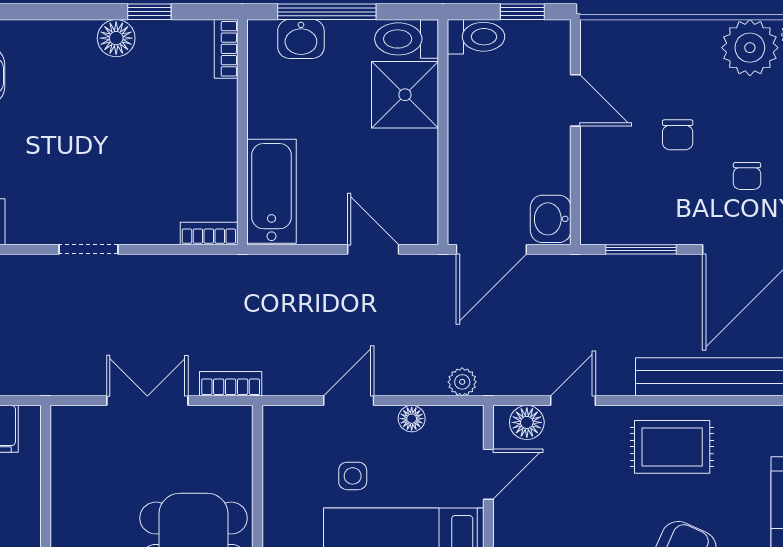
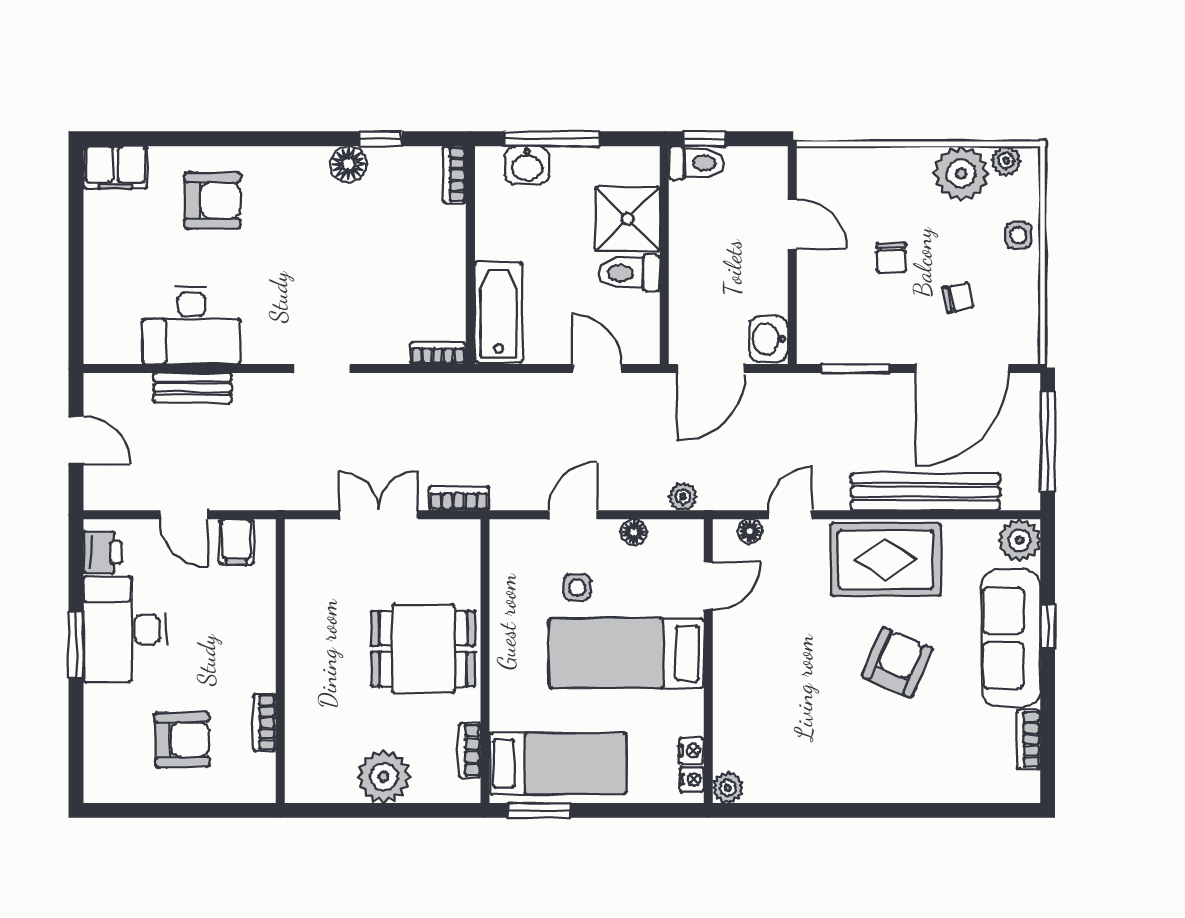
window: (522, 12) -> (705, 139), moved
toilet: (407, 39) -> (629, 273), moved
chair: (747, 176) -> (958, 297), turned -102
floor lamp: (527, 422) -> (750, 531), width x0.73, depth x0.73
rug: (672, 447) -> (886, 560), width x1.36, depth x1.43

